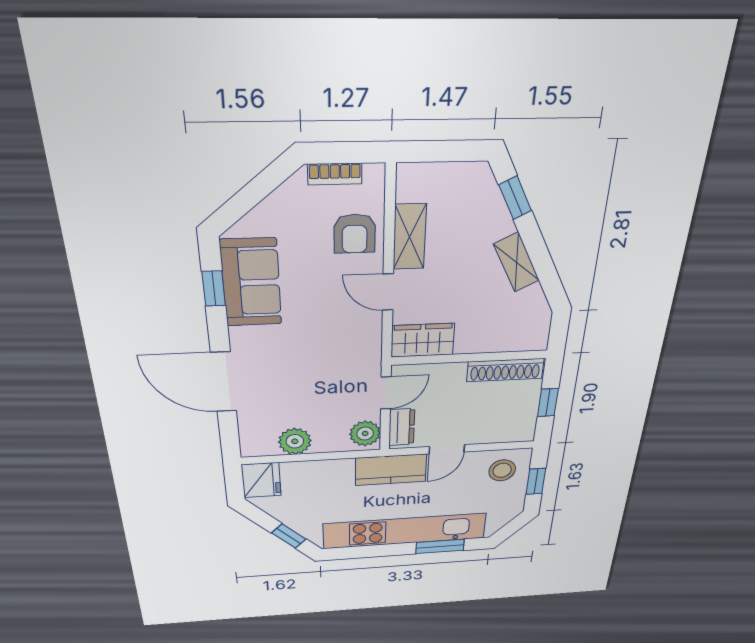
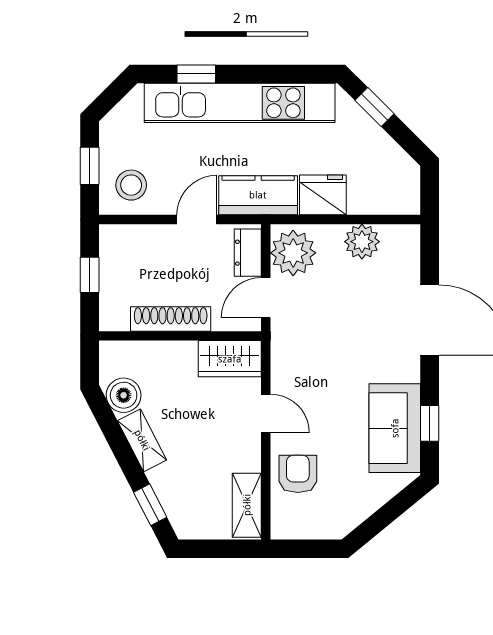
bookcase: (335, 174) -> (315, 530), removed
shelving: (410, 237) -> (247, 505), moved
boiler: (530, 304) -> (124, 395), added
shoe rack: (505, 370) -> (171, 319), moved
plant: (365, 433) -> (293, 253), width x1.36, depth x1.36
fridge: (261, 480) -> (323, 195), moved, turned 90
window: (440, 546) -> (196, 74), width x0.67

